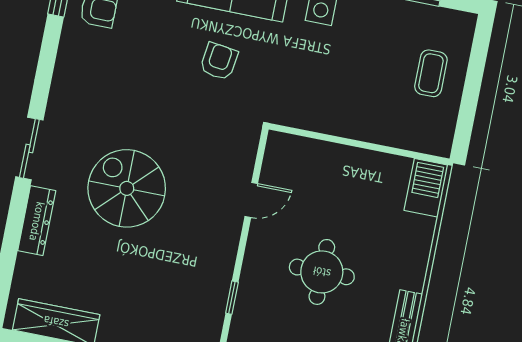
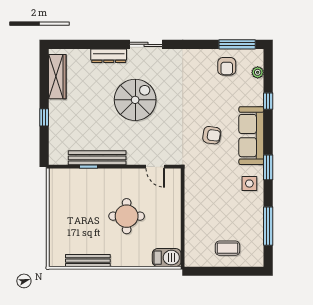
door: (251, 200) -> (155, 167), moved
round table: (322, 272) -> (127, 216), moved
bench: (219, 279) -> (97, 158), added

